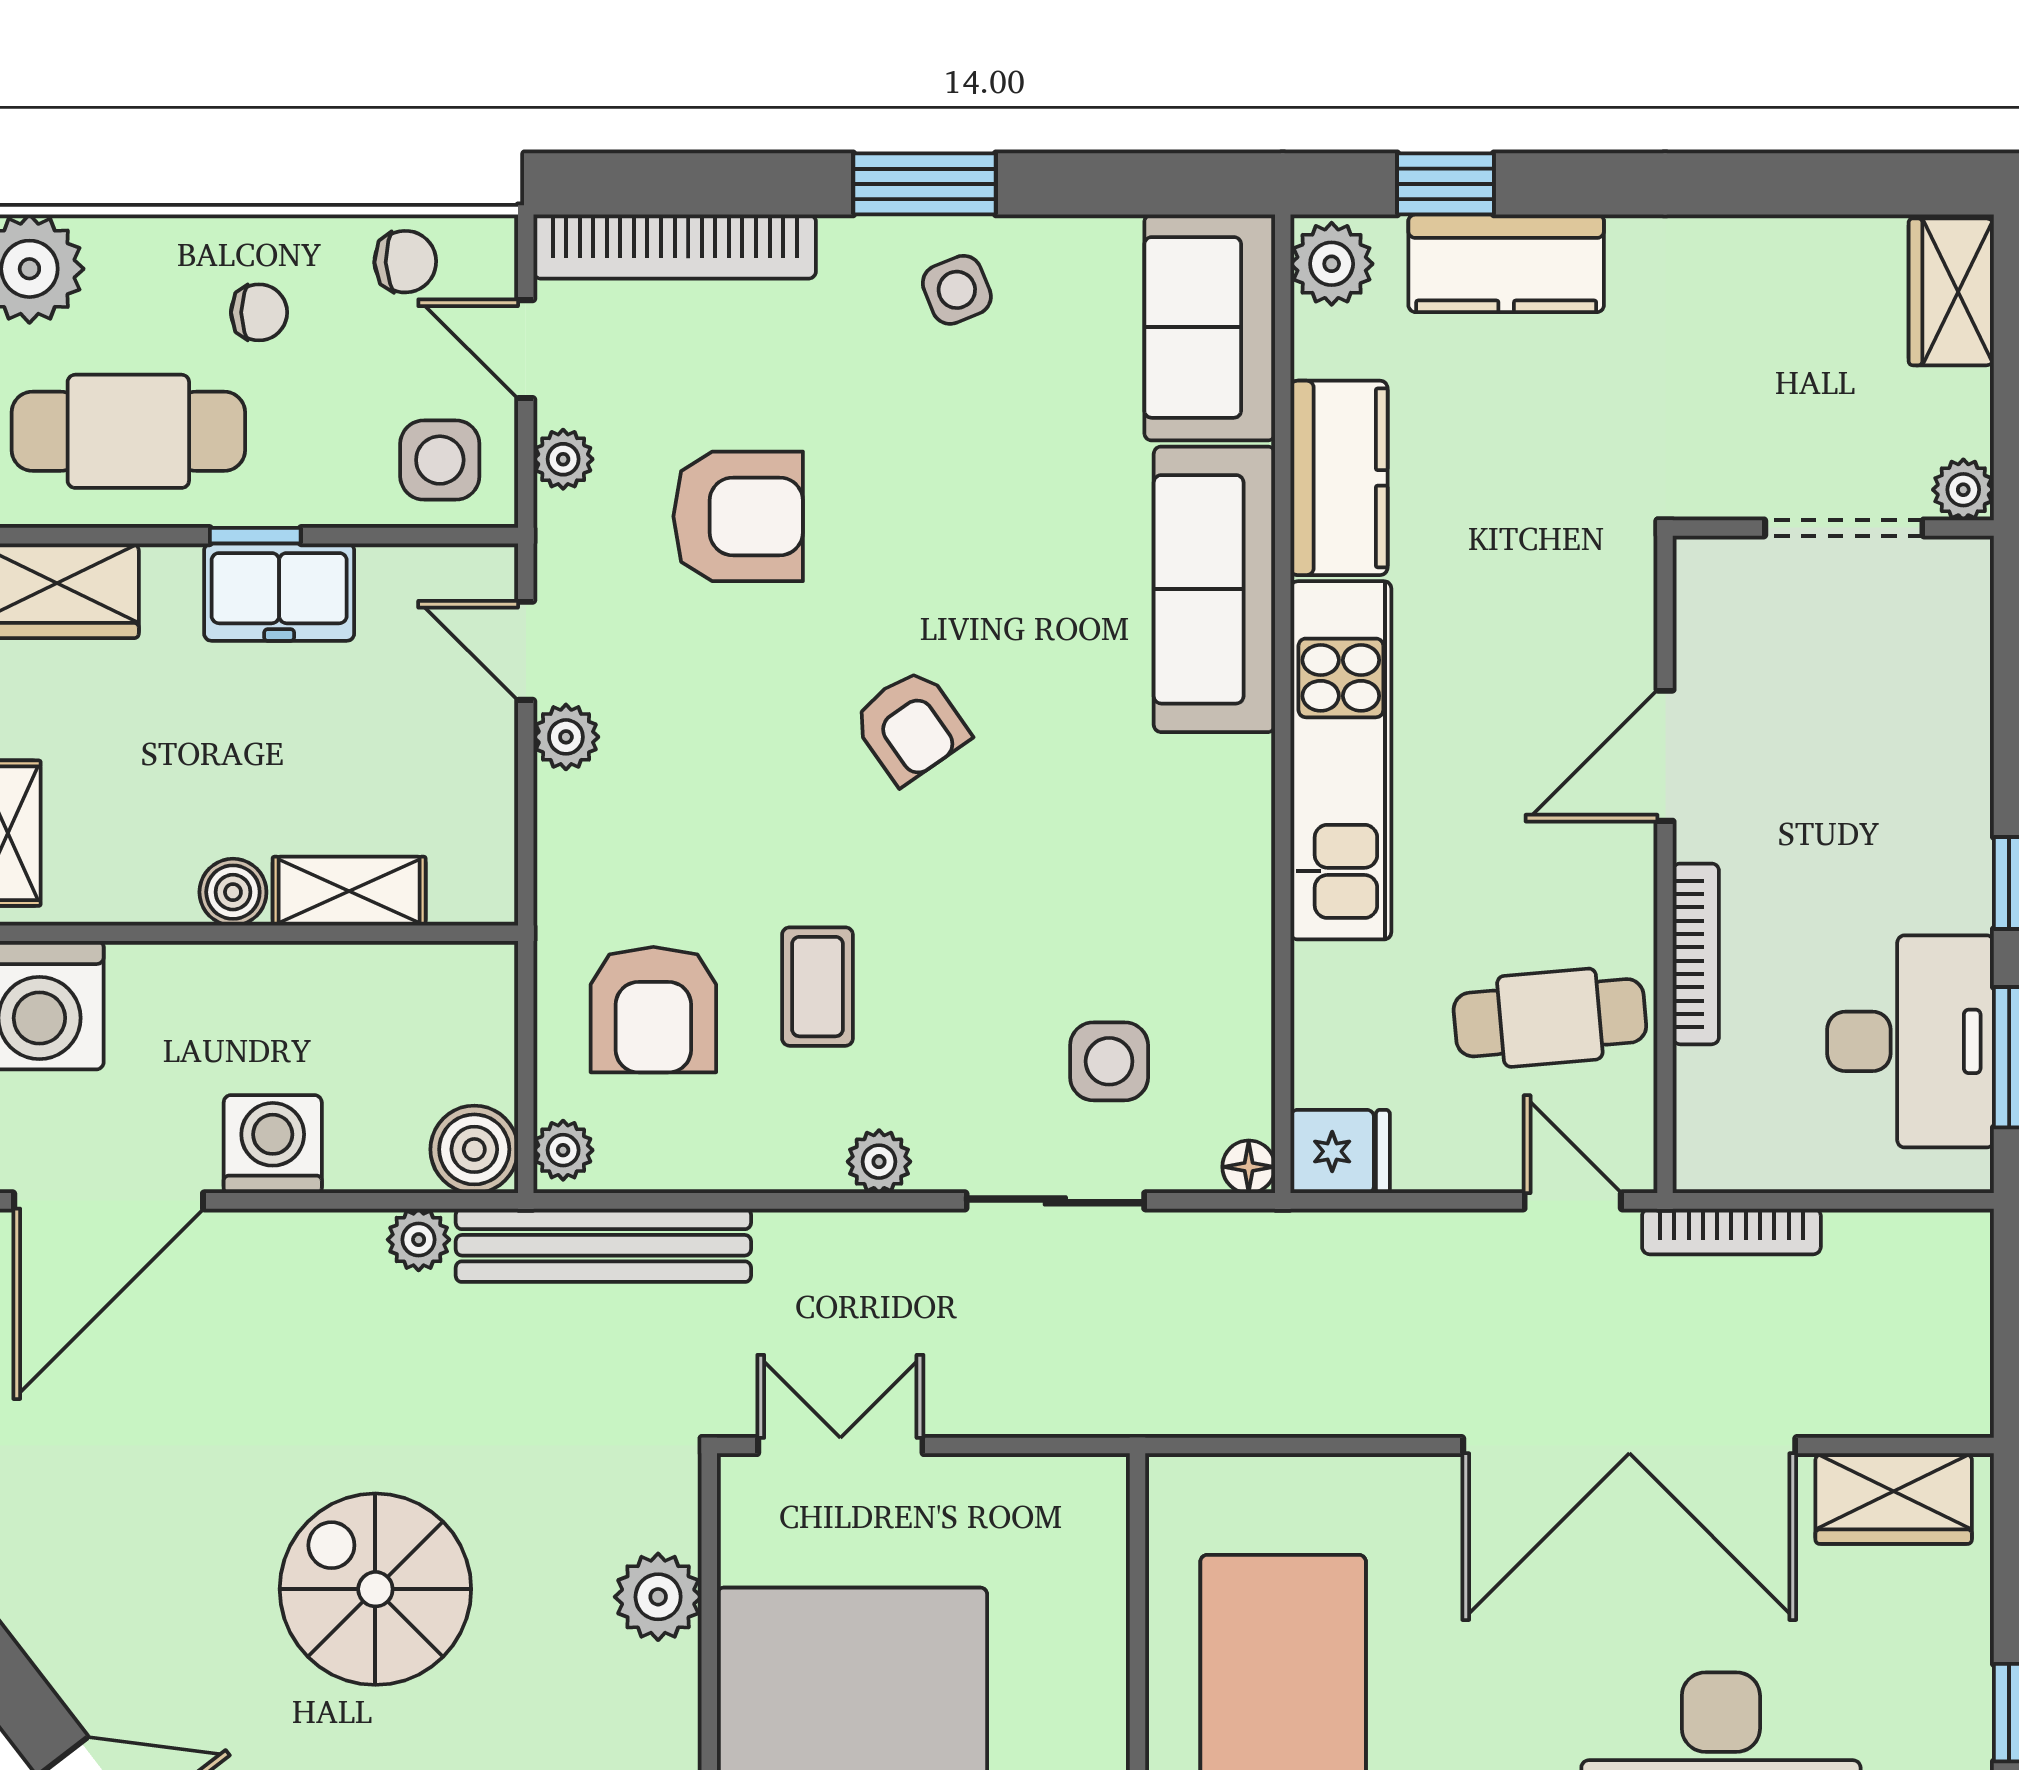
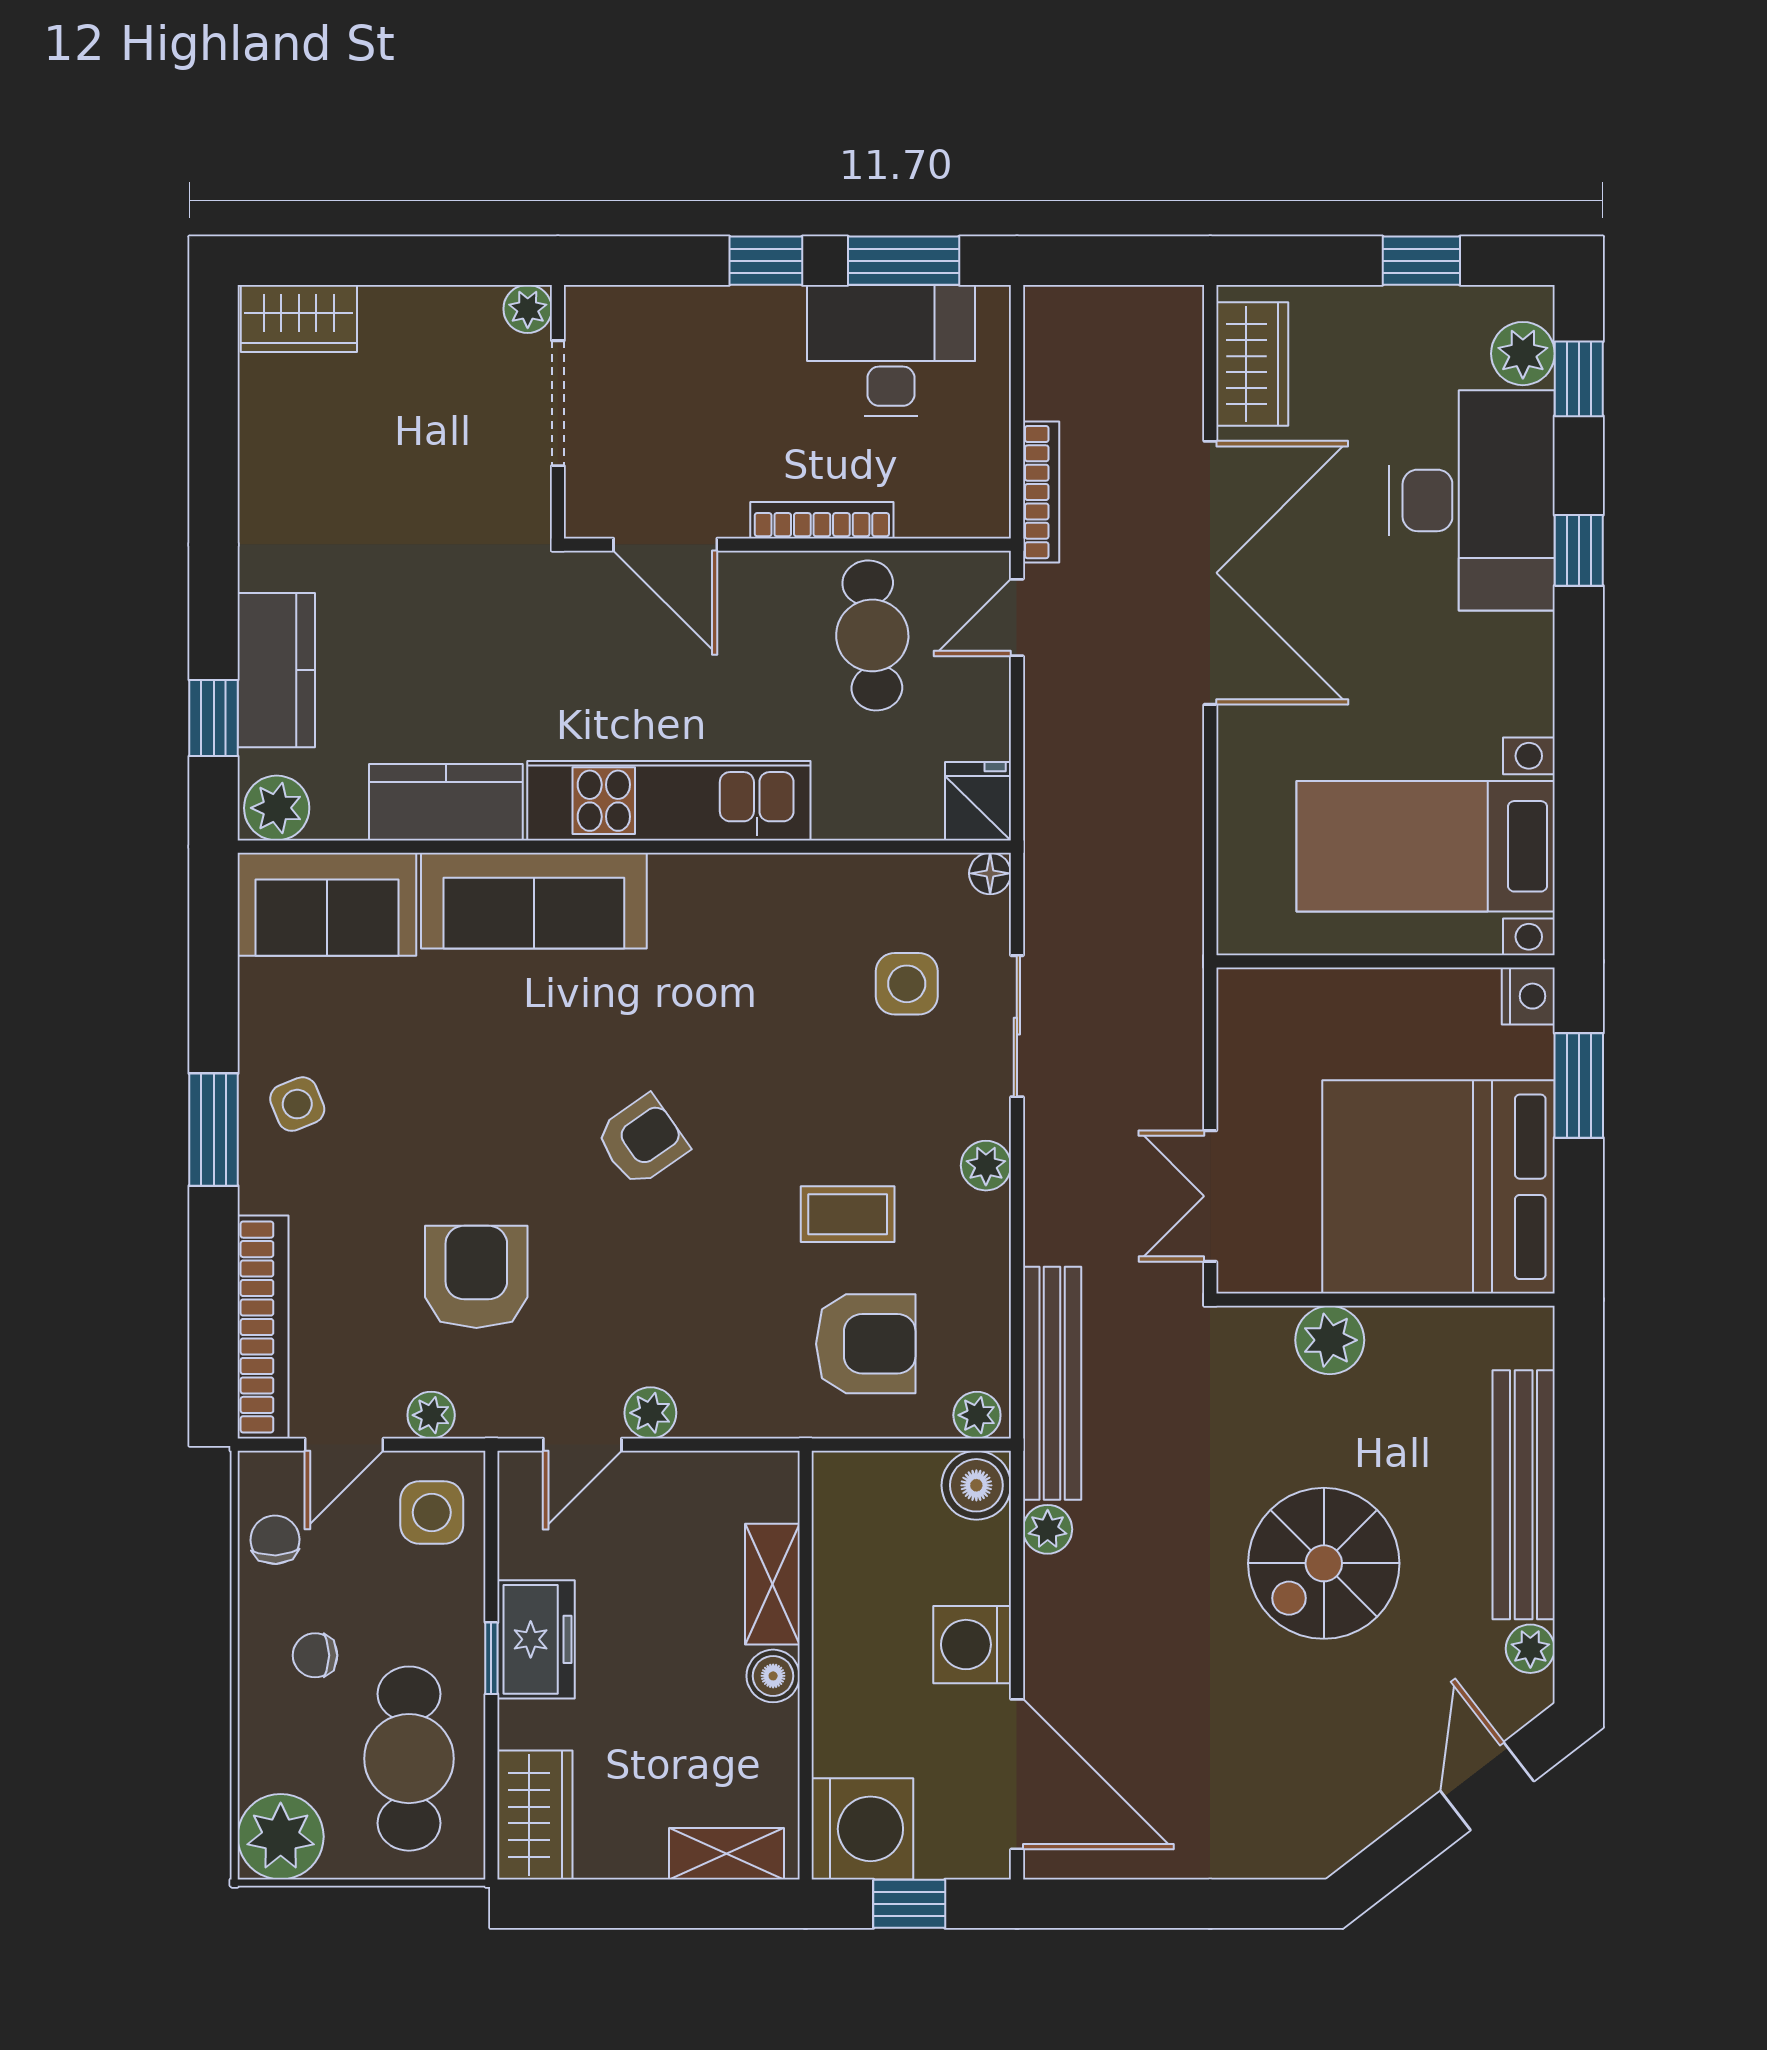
chair: (259, 312) -> (315, 1655), turned -90
plant: (1963, 490) -> (528, 309), moved
wall: (1833, 528) -> (558, 412), moved
doorway: (1844, 528) -> (558, 403), moved

